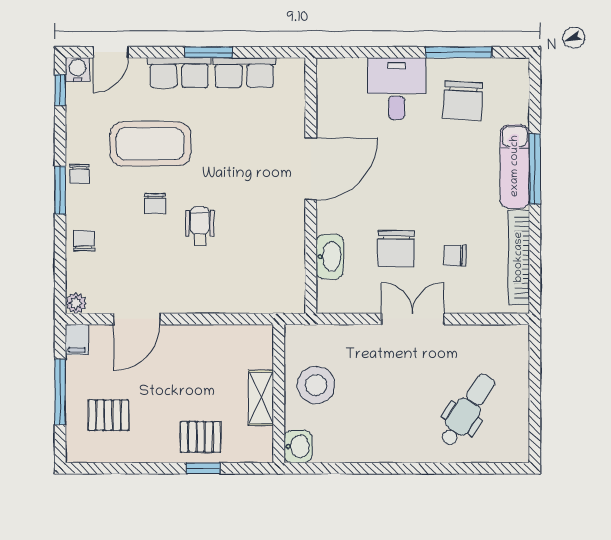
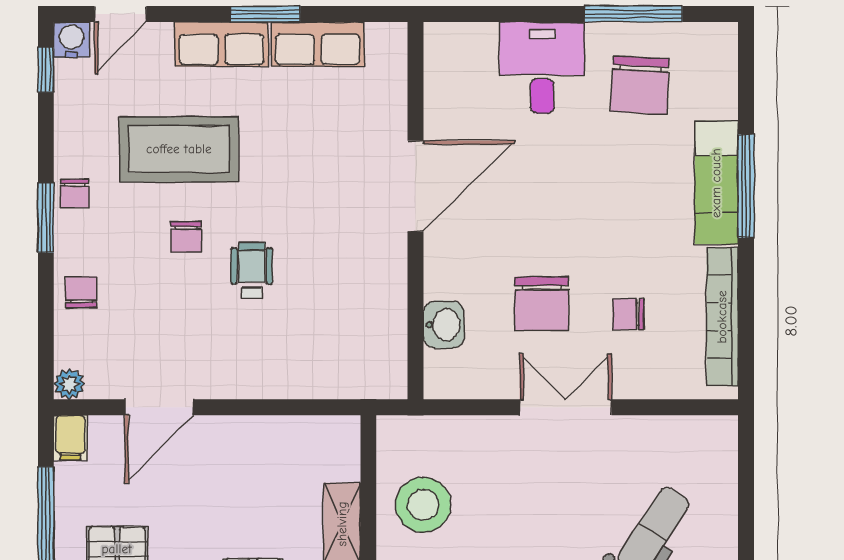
washbasin: (330, 257) -> (444, 325), width x0.72

